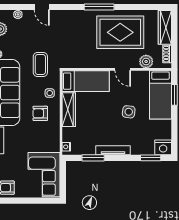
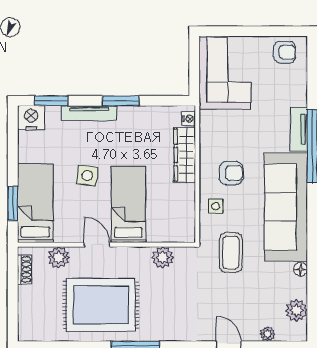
wardrobe: (165, 27) -> (28, 313), removed
plant: (82, 62) -> (163, 257), added
bed: (86, 81) -> (128, 205), moved, turned 90
wardrobe: (69, 110) -> (185, 155), moved
tv unit: (113, 150) -> (89, 113), moved
window: (93, 158) -> (121, 101), moved

